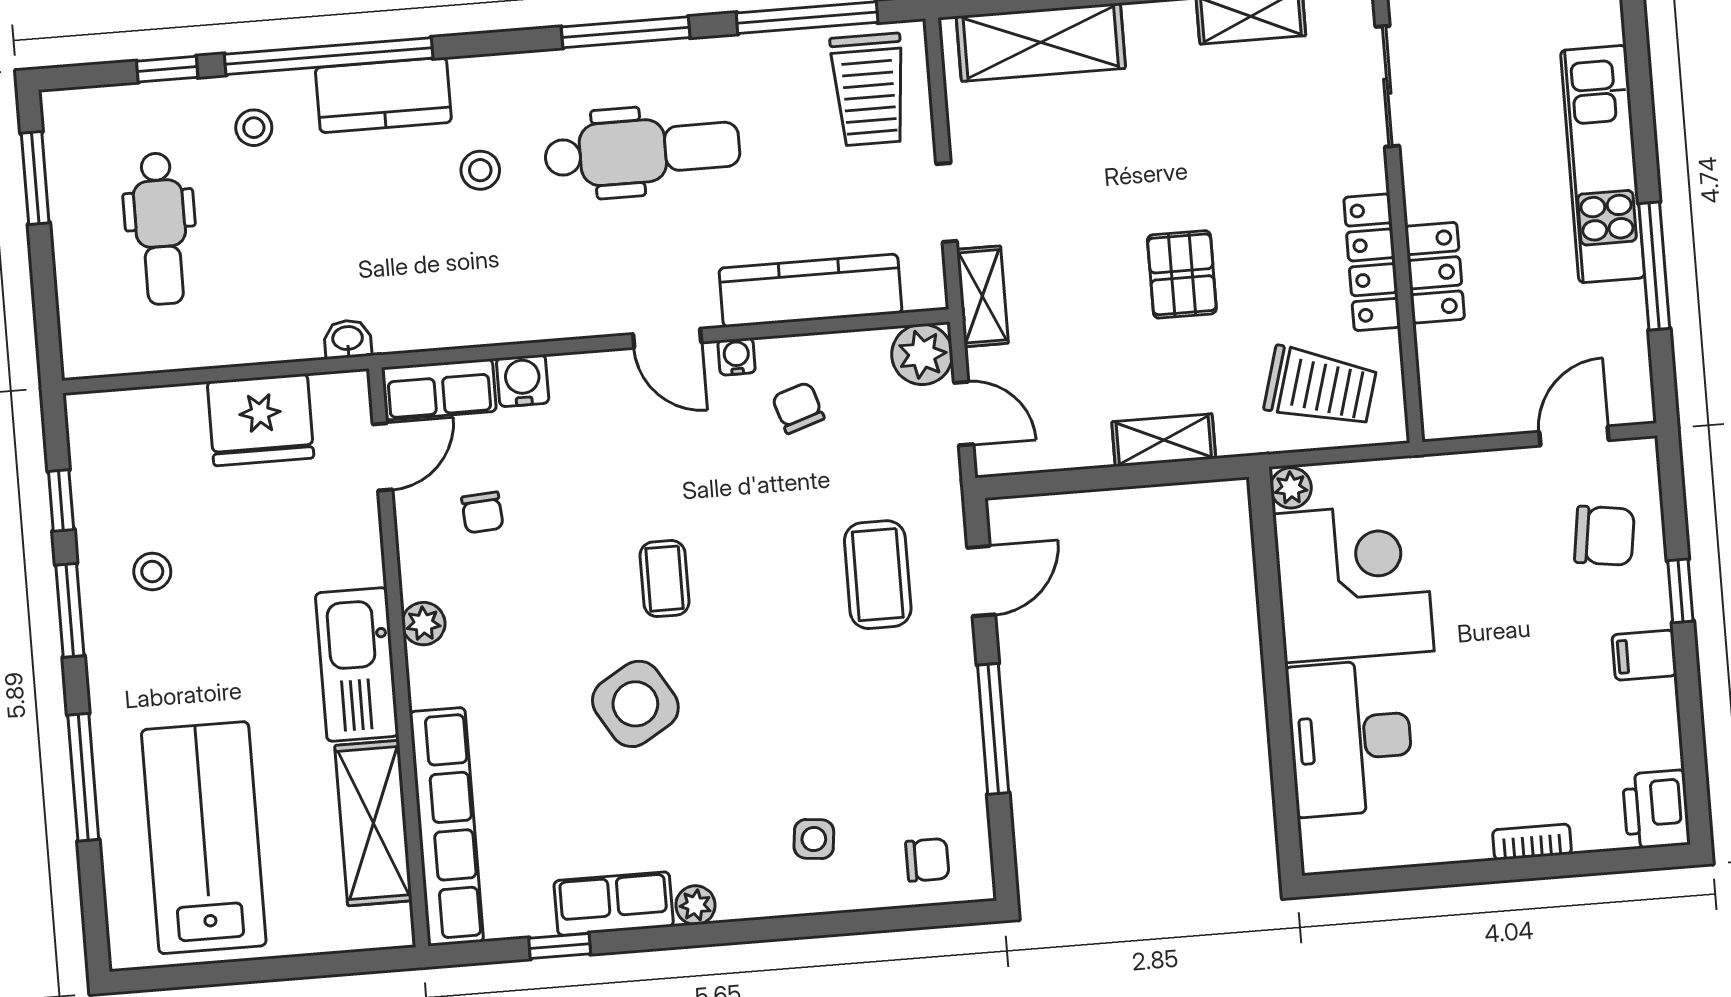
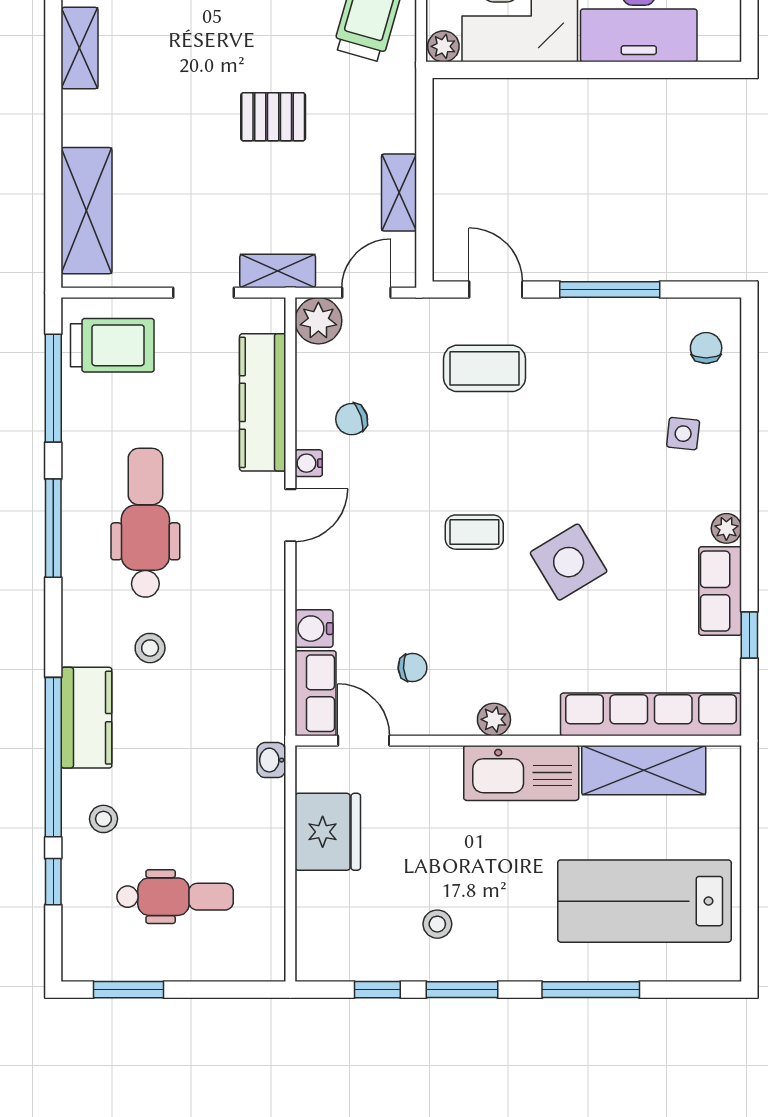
shelving: (1164, 440) -> (399, 193), moved

